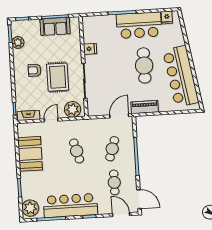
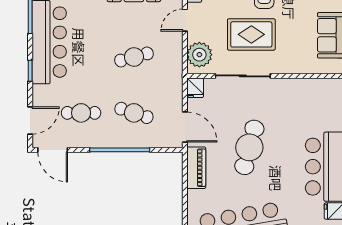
fridge: (90, 49) -> (195, 88), moved
cafe table: (144, 65) -> (249, 147), moved, turned -75
door: (51, 120) -> (185, 20), swing flipped
door: (139, 199) -> (53, 150), hinge flipped

